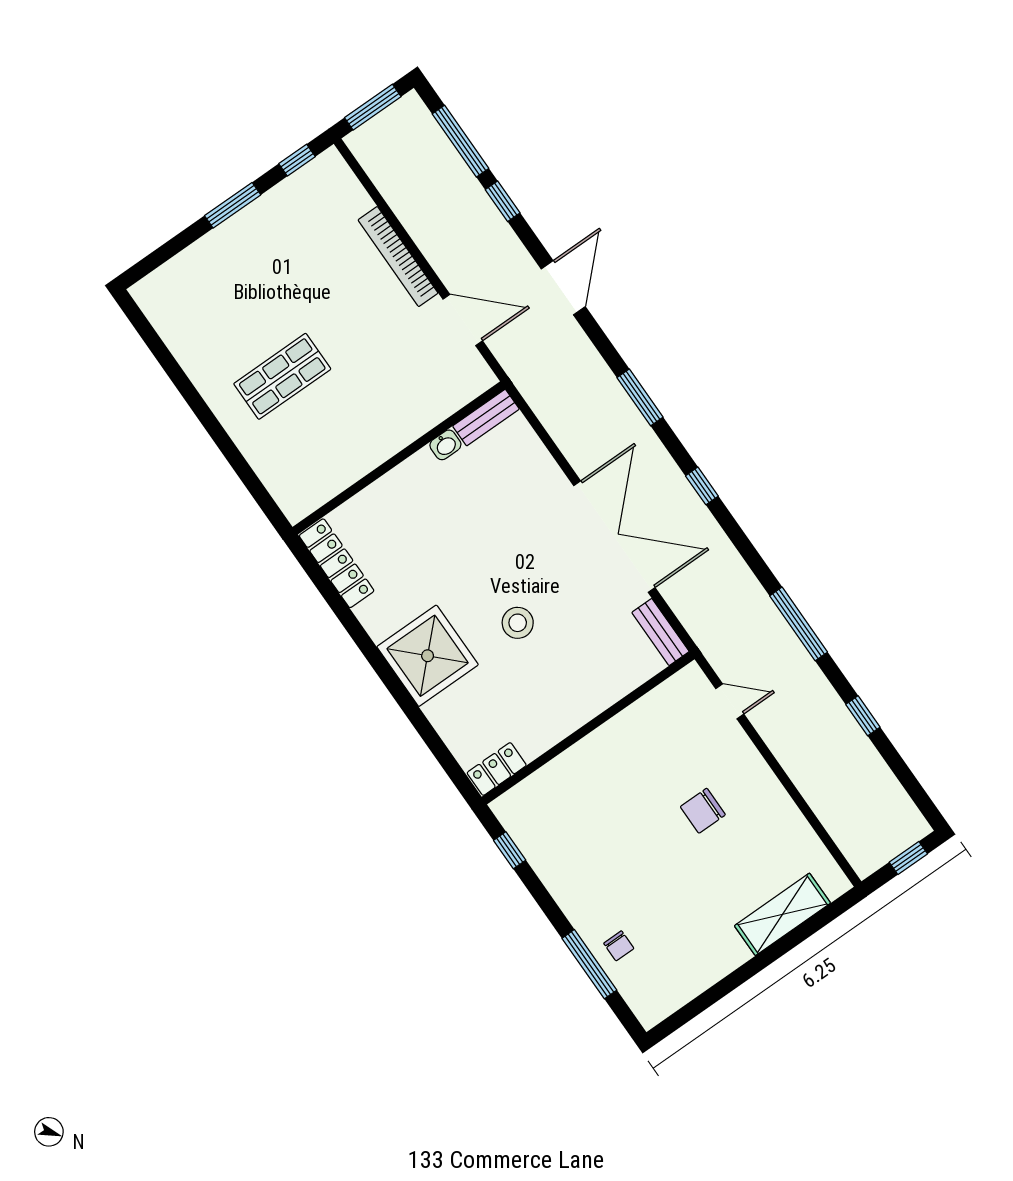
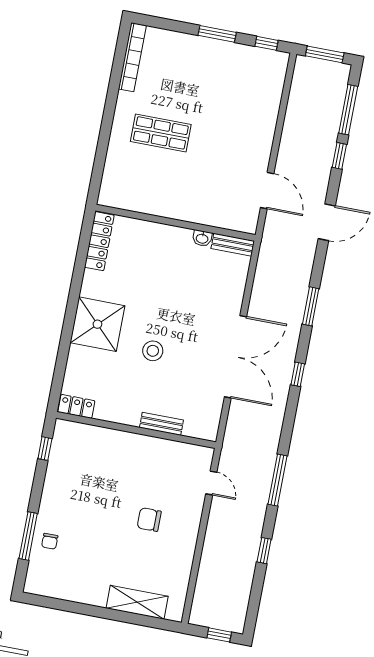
bookcase: (398, 257) -> (132, 57), moved, turned 180
bench: (660, 632) -> (161, 424), moved, turned 90

